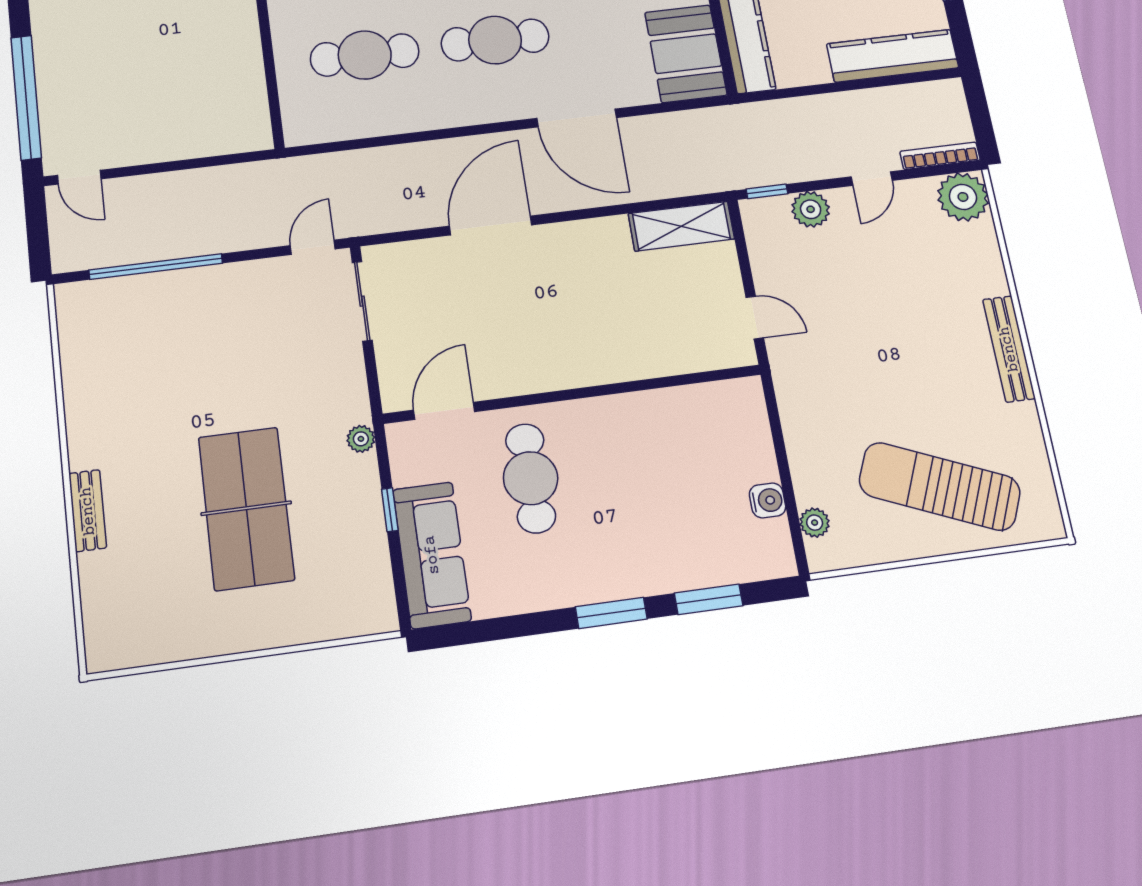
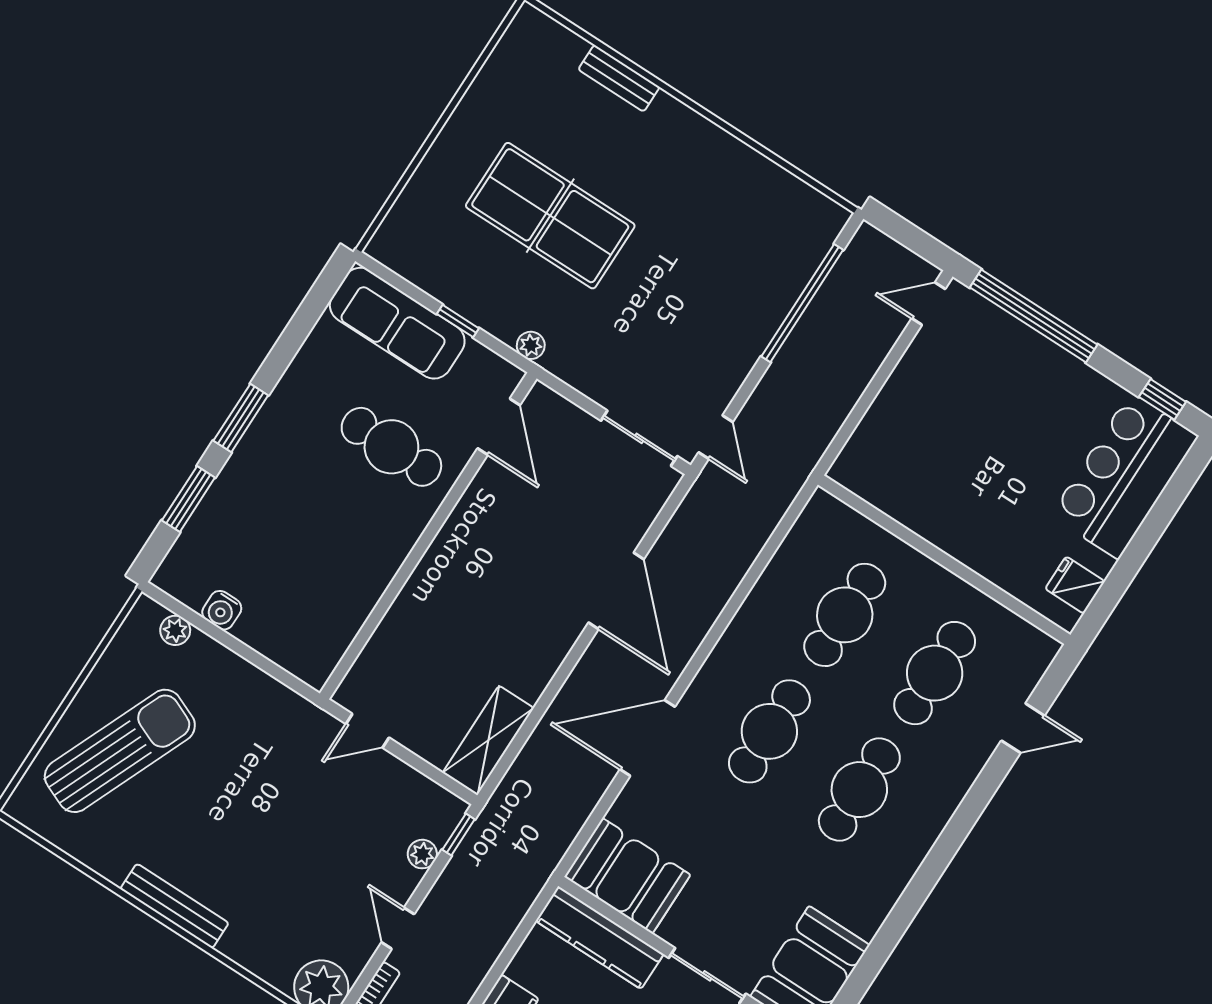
plant: (811, 209) -> (422, 854), width x0.73, depth x0.73
bench: (88, 511) -> (619, 78), moved

